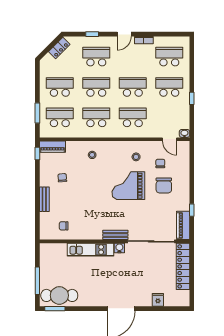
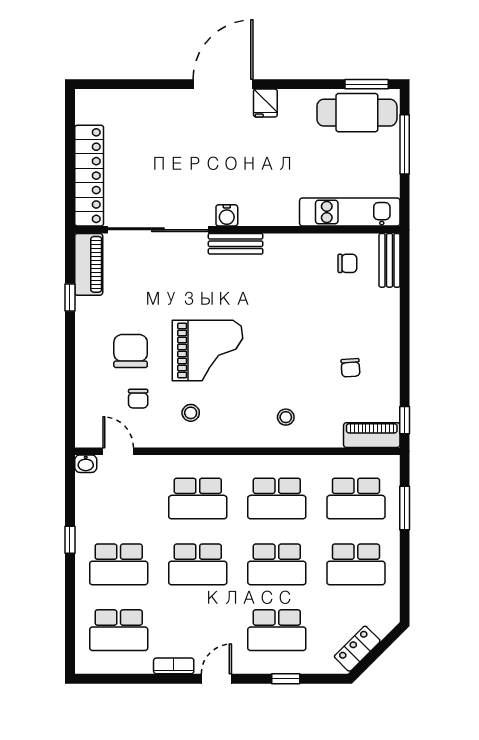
bench: (44, 199) -> (389, 260), moved
kitchen unit: (90, 250) -> (350, 212), moved
fridge: (158, 300) -> (265, 103), moved

